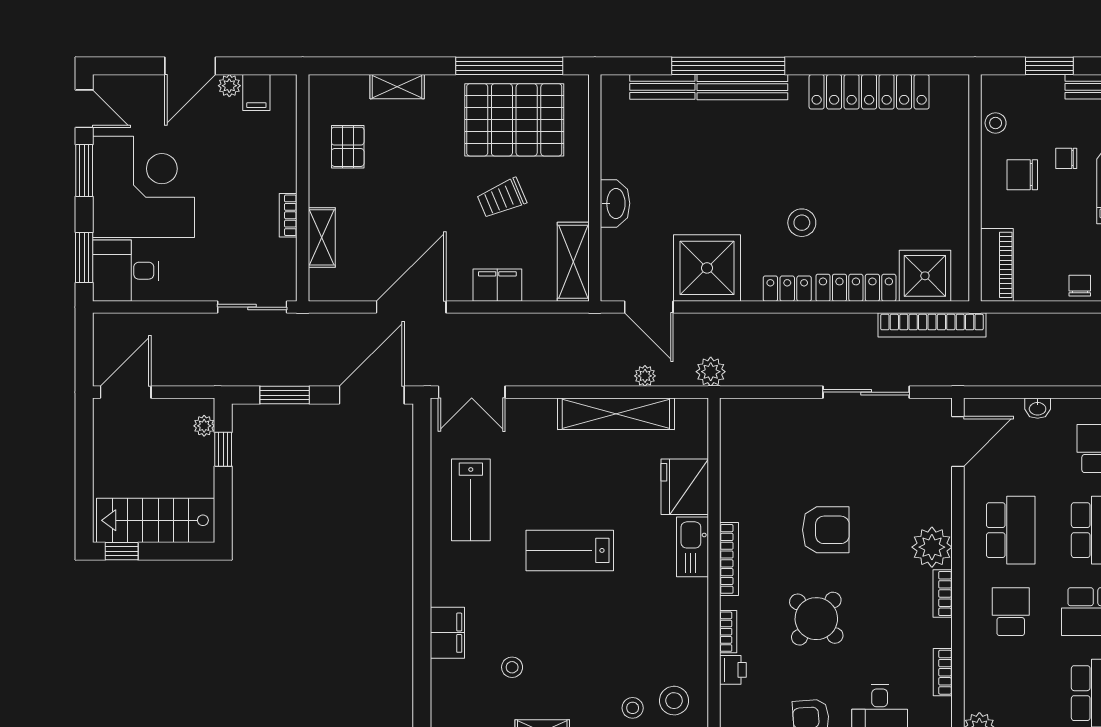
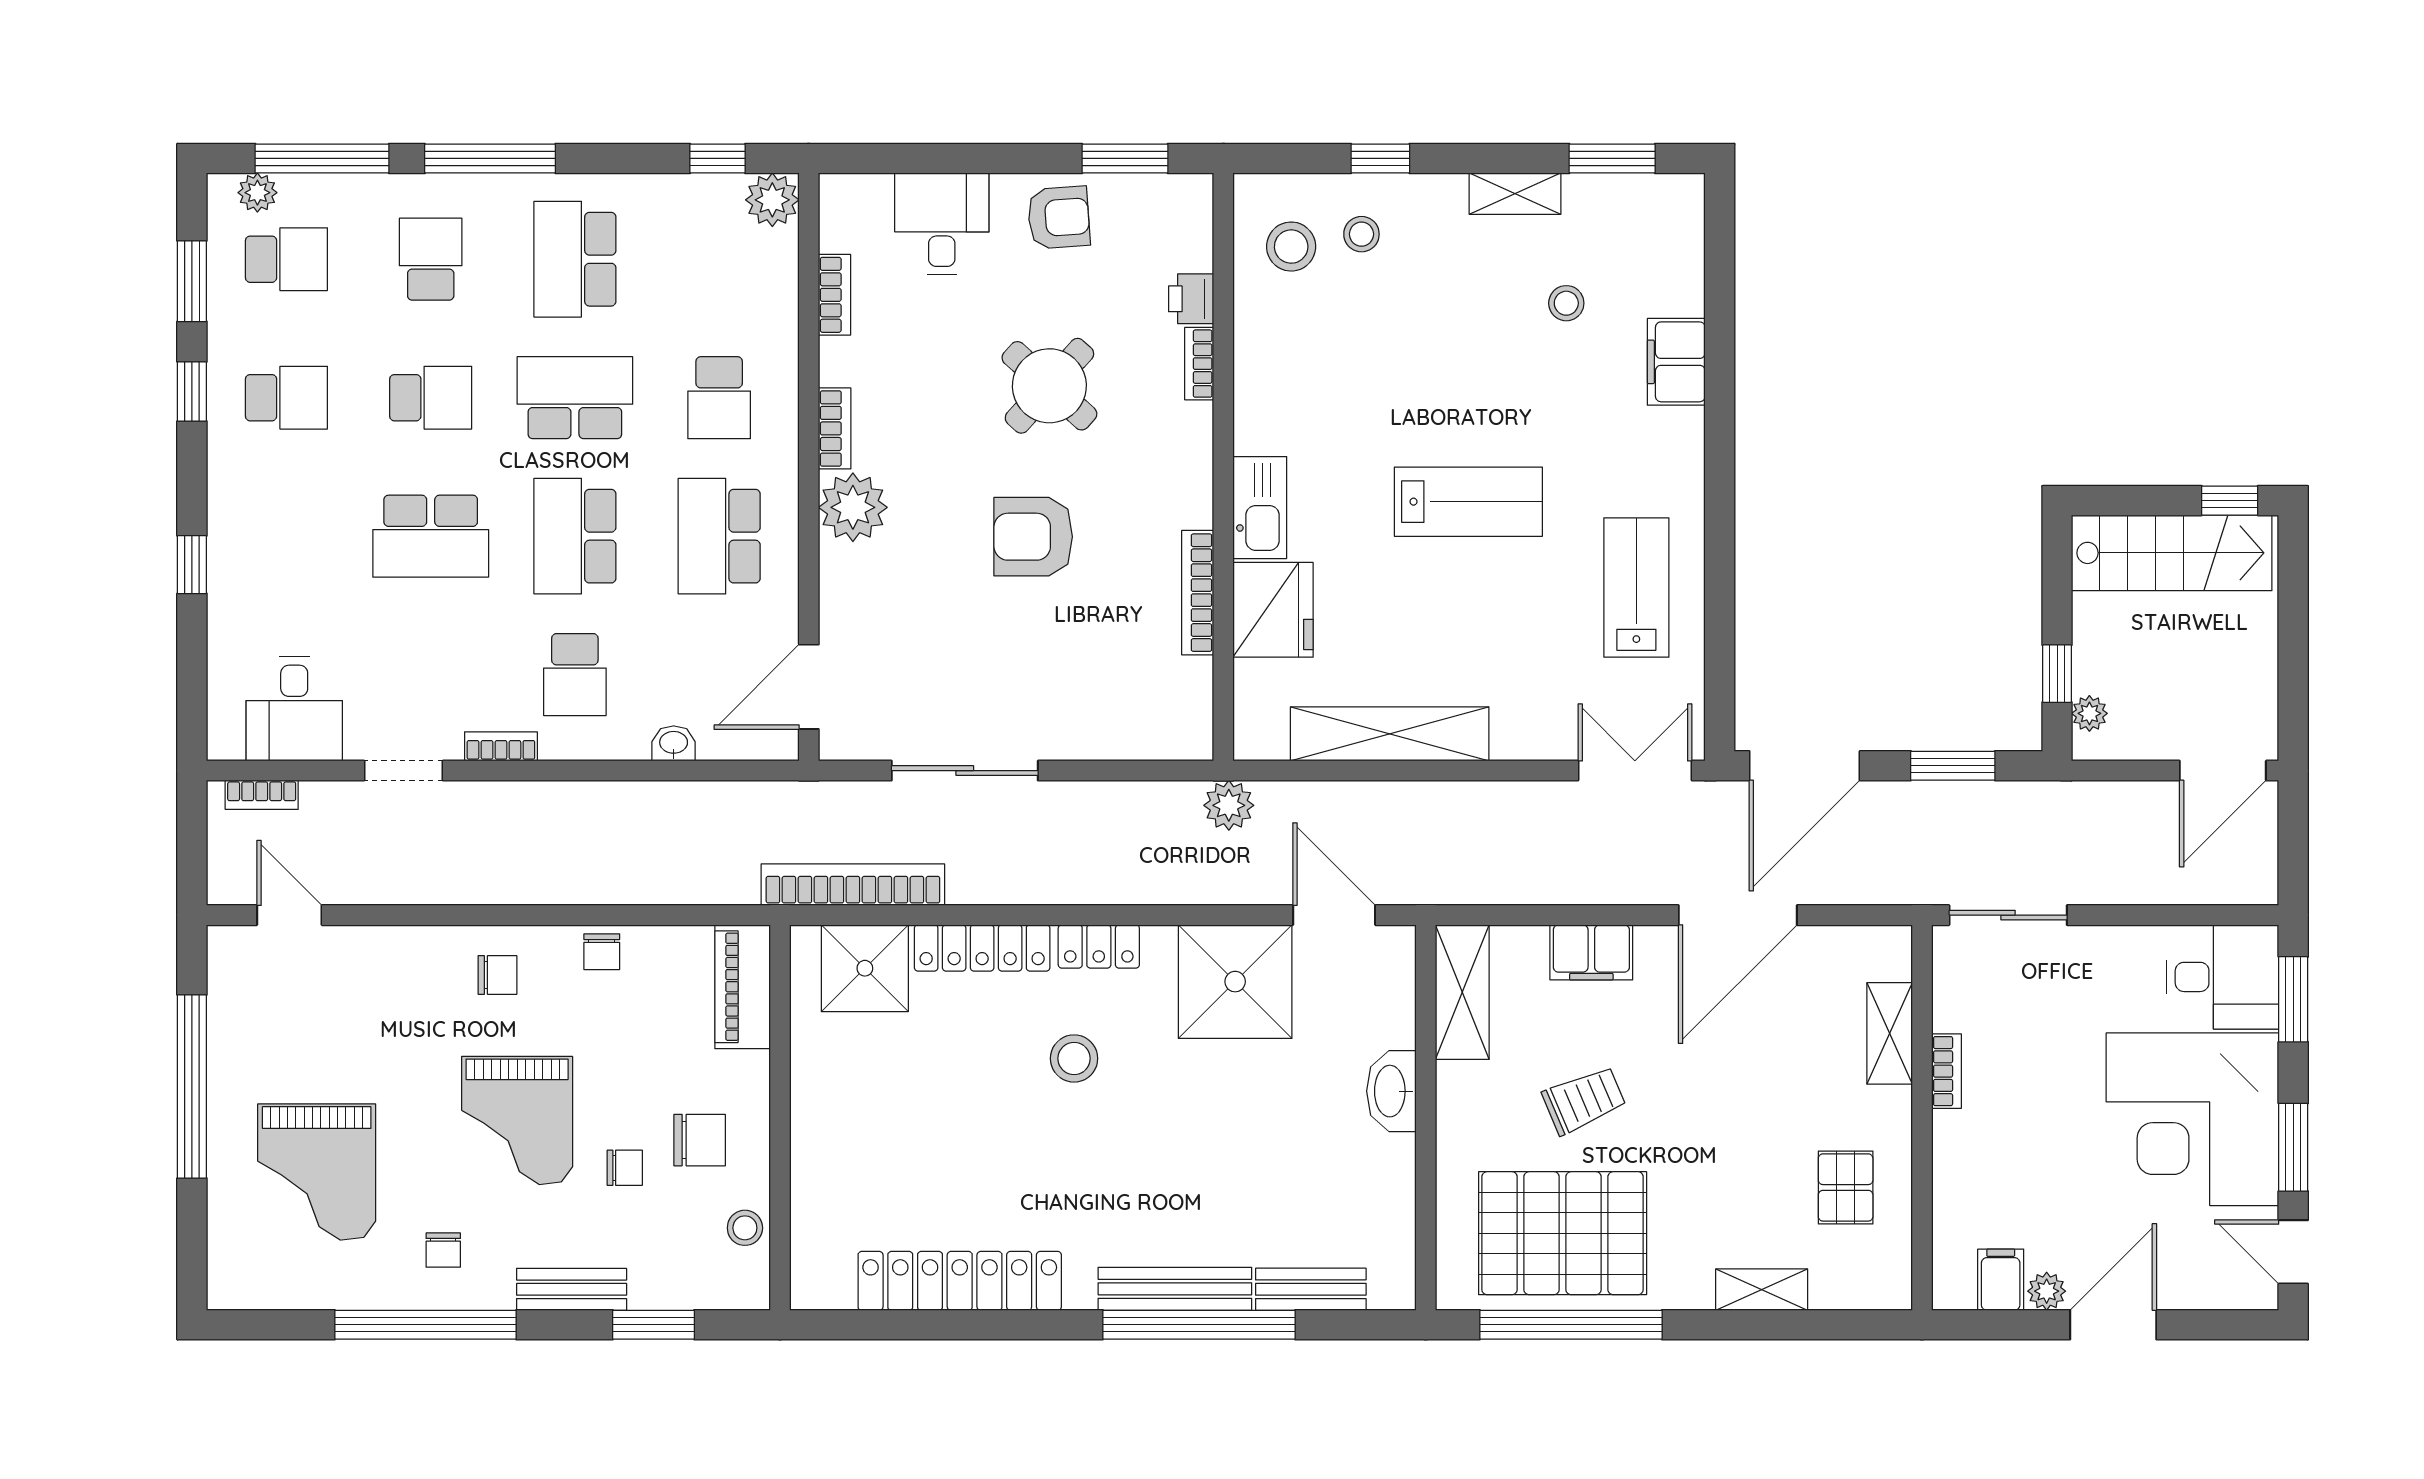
plant: (645, 376) -> (1341, 798), removed
bookcase: (729, 559) -> (1198, 593), moved

